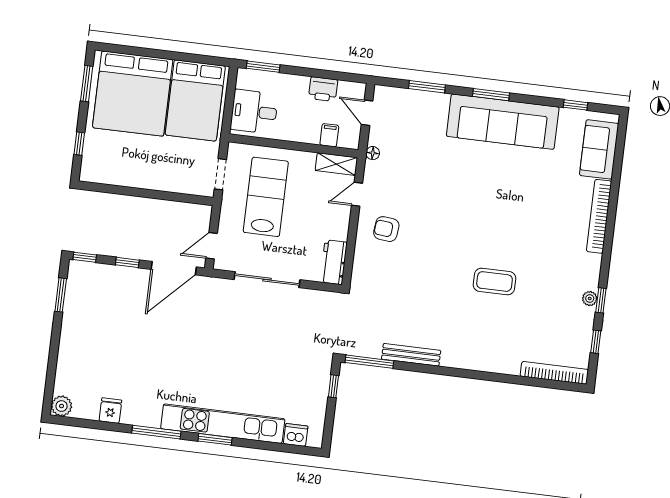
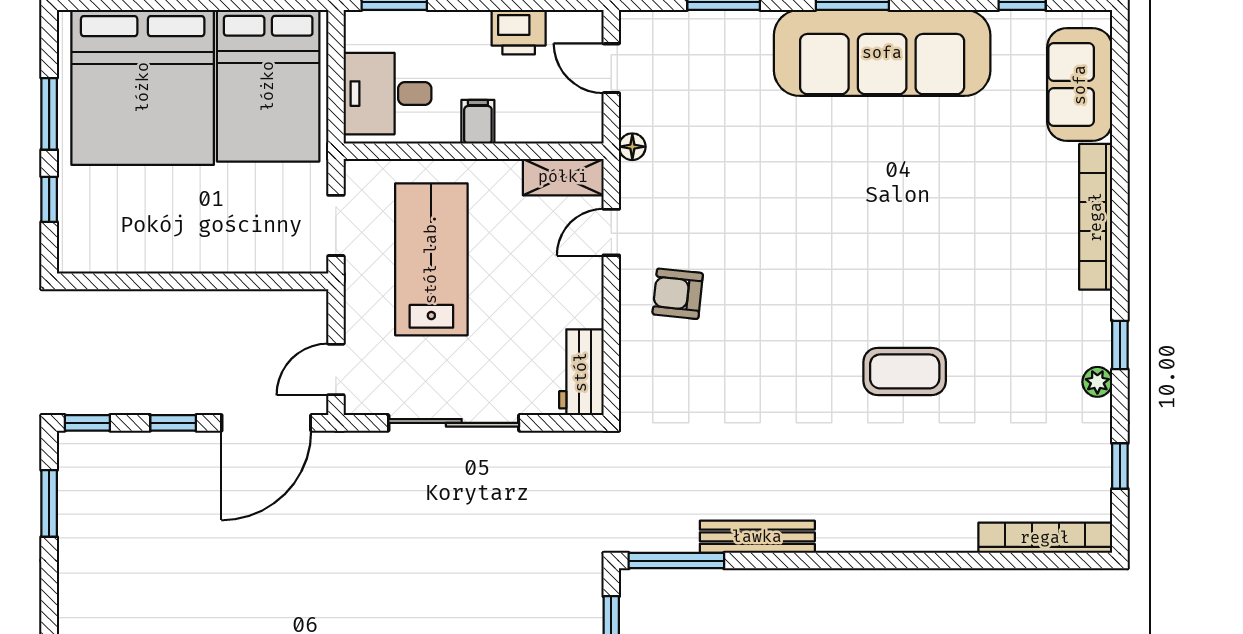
window: (87, 84) -> (49, 114), moved
filing cabinet: (329, 135) -> (478, 122), moved
window: (601, 300) -> (1120, 345), moved

